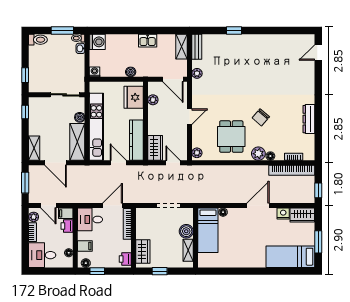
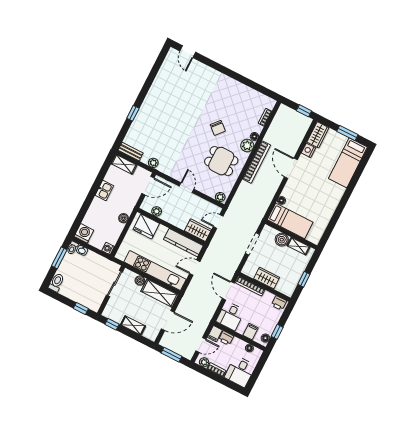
dresser: (309, 119) -> (240, 88), removed
shelving: (34, 148) -> (133, 325), moved
bookcase: (292, 170) -> (257, 162), moved
wardrobe: (143, 252) -> (267, 278), moved

